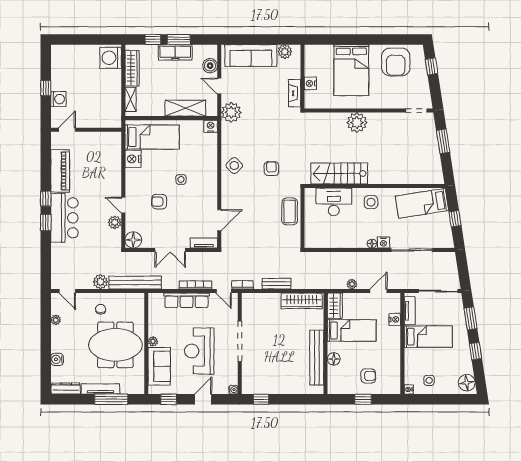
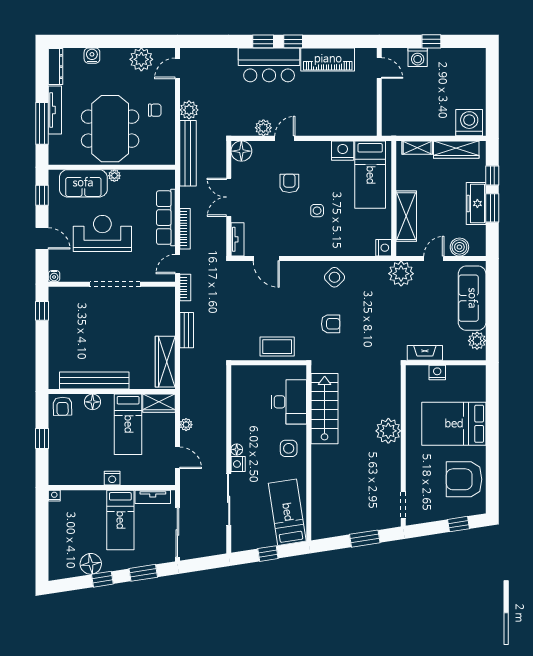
nightstand: (395, 319) -> (112, 478), moved
plant: (56, 320) -> (141, 59), width x1.88, depth x1.88
armchair: (368, 376) -> (62, 406), moved
side table: (429, 380) -> (66, 521), removed
floor lamp: (467, 383) -> (91, 564), moved

